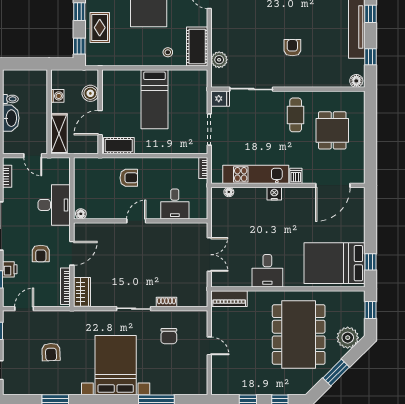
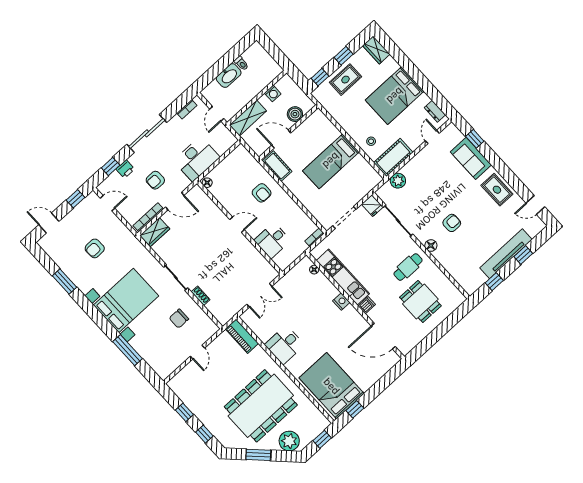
floor lamp: (356, 81) -> (431, 246), moved
dining table: (332, 130) -> (420, 302), turned 90

